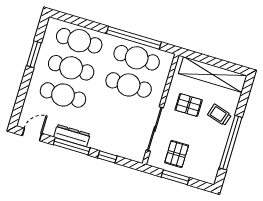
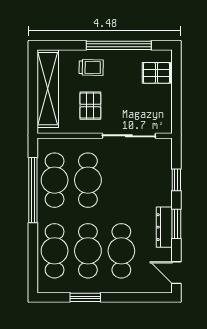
trolley: (219, 115) -> (91, 67), turned -106
window: (72, 146) -> (176, 224), width x0.69
pallet: (177, 154) -> (156, 73), moved
window: (175, 177) -> (176, 96), removed

